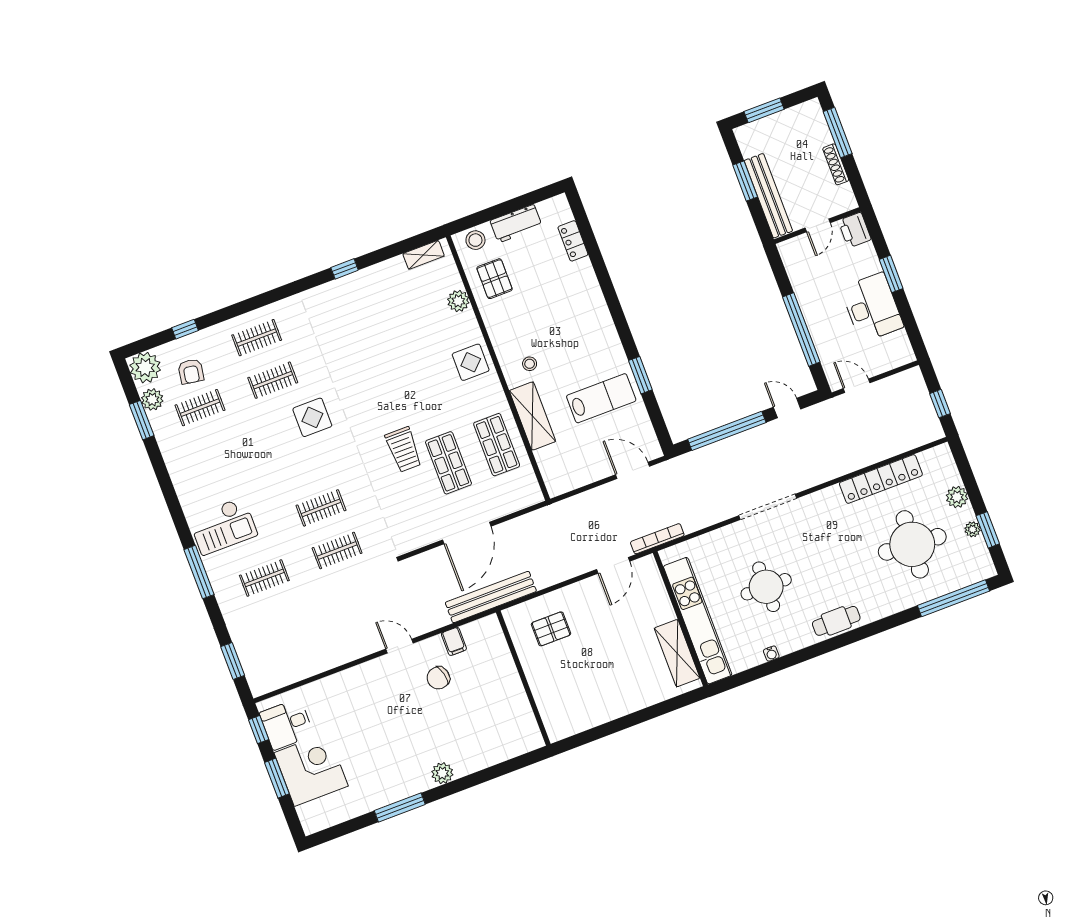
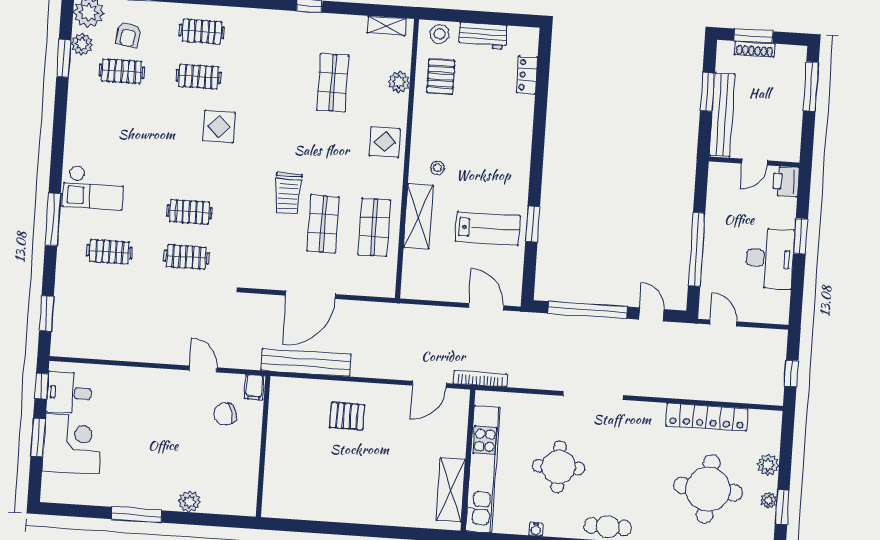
shoe rack: (836, 164) -> (755, 49), moved, turned -90
shop shelf: (398, 330) -> (333, 83), added
wall: (523, 678) -> (263, 446), moved

